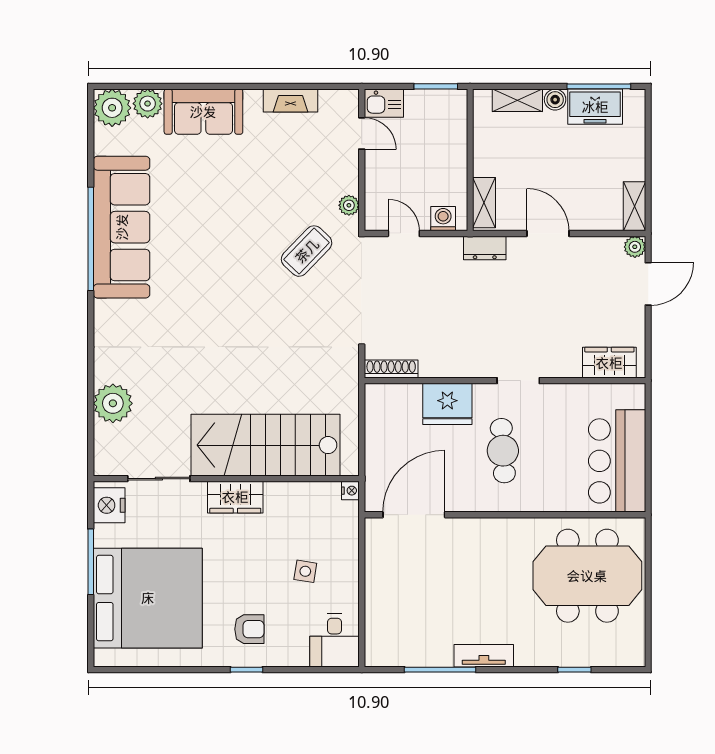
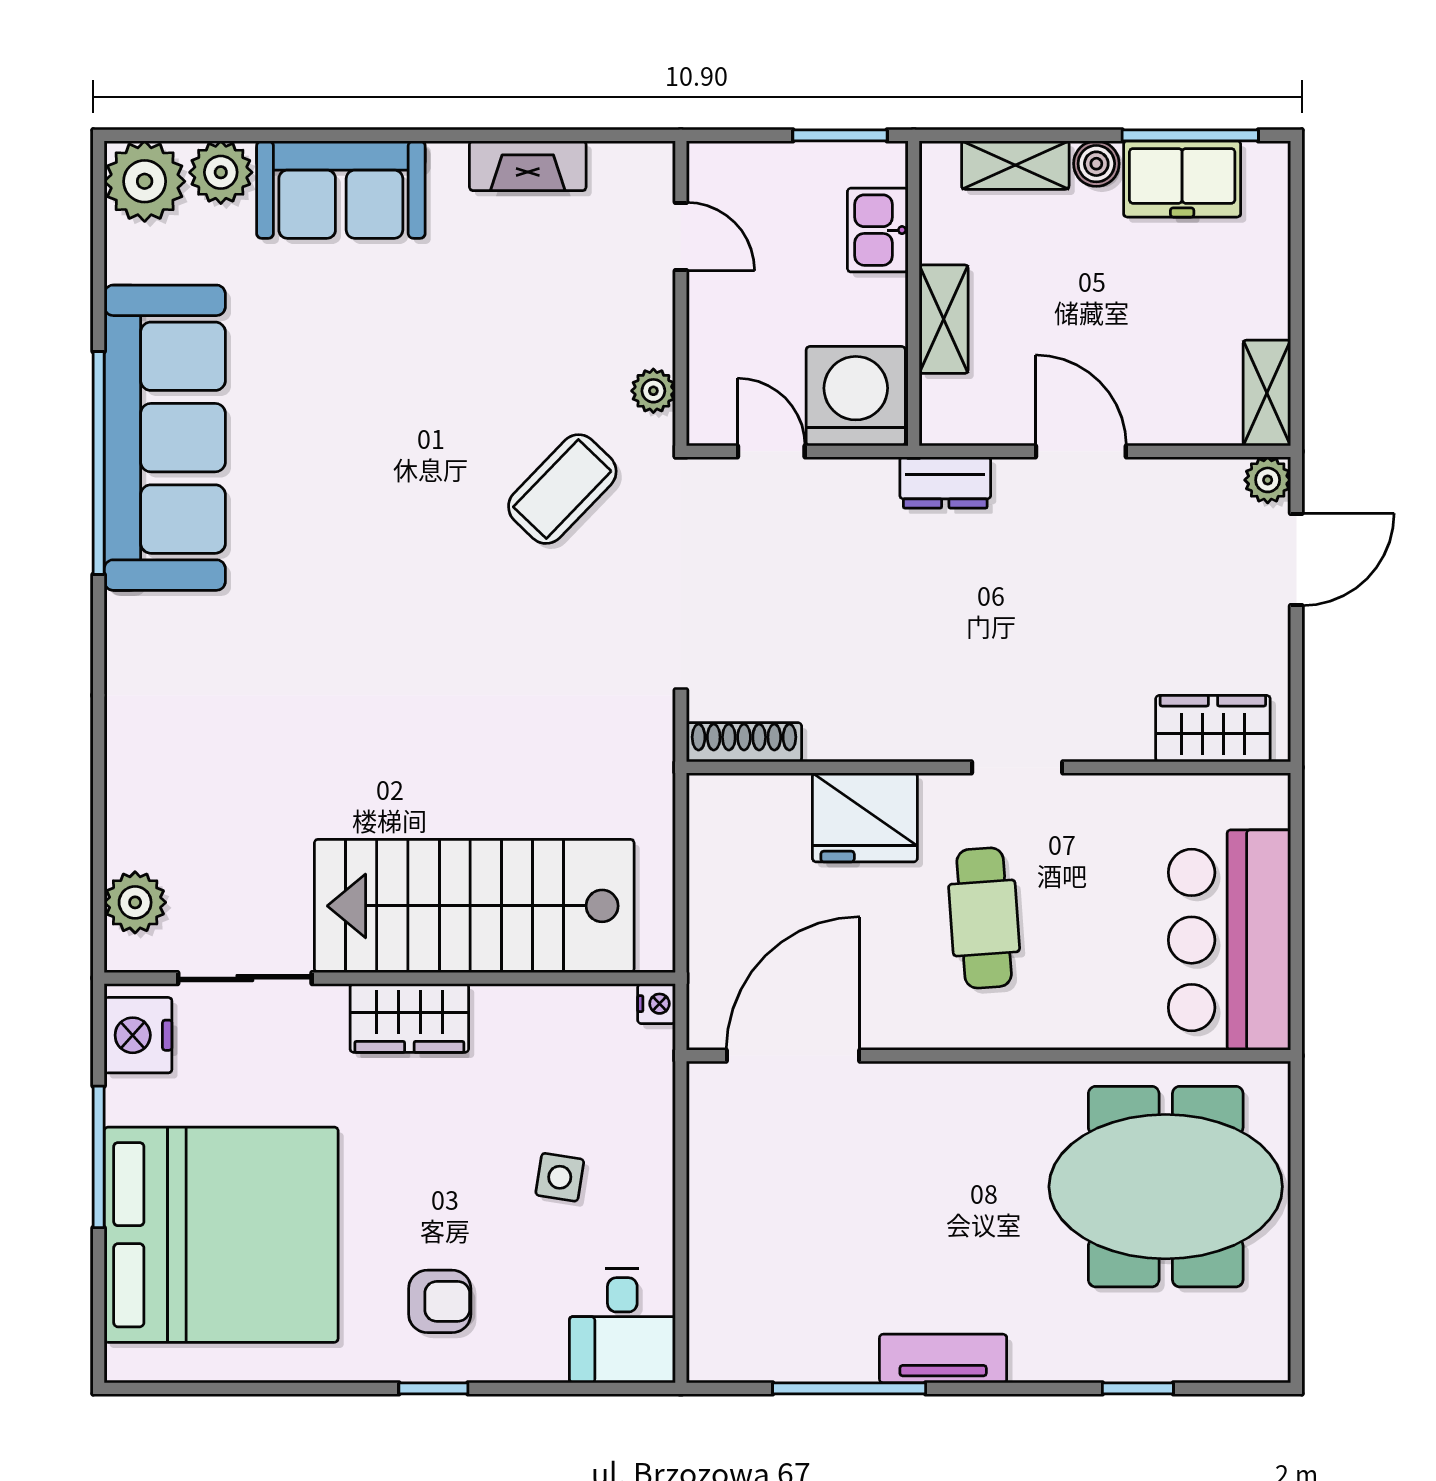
kitchen sink: (384, 103) -> (878, 230), moved, turned 90
shelving: (484, 203) -> (944, 319), moved
washing machine: (443, 219) -> (856, 396), width x1.89, depth x1.89
plant: (113, 403) -> (135, 902), moved, width x0.73, depth x0.73

